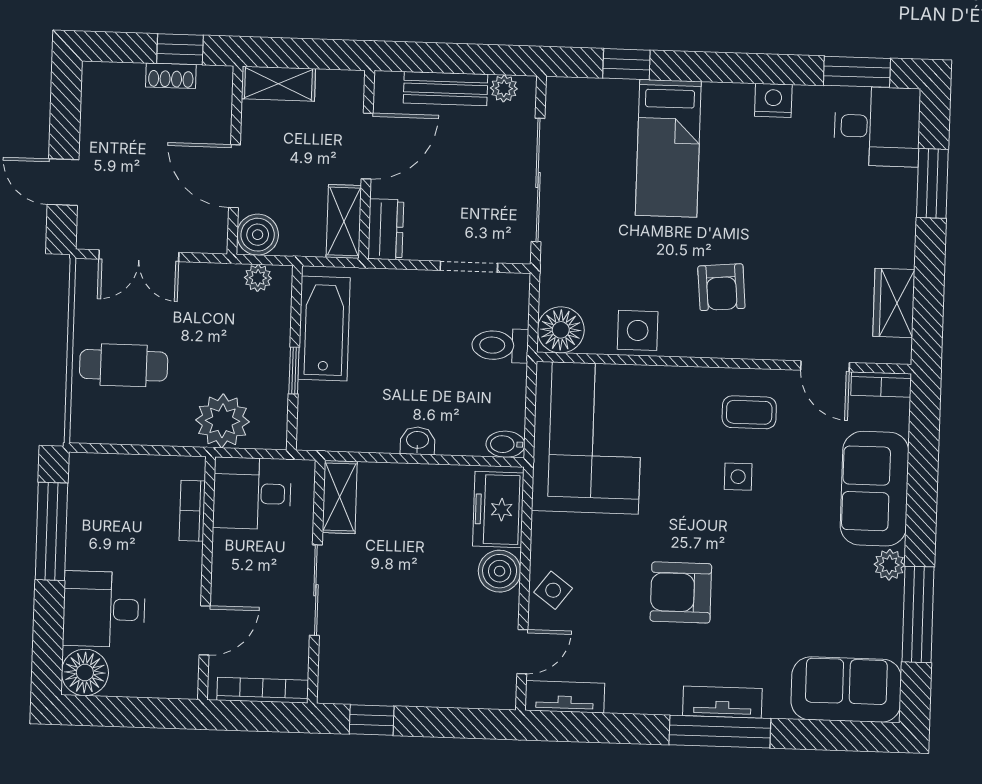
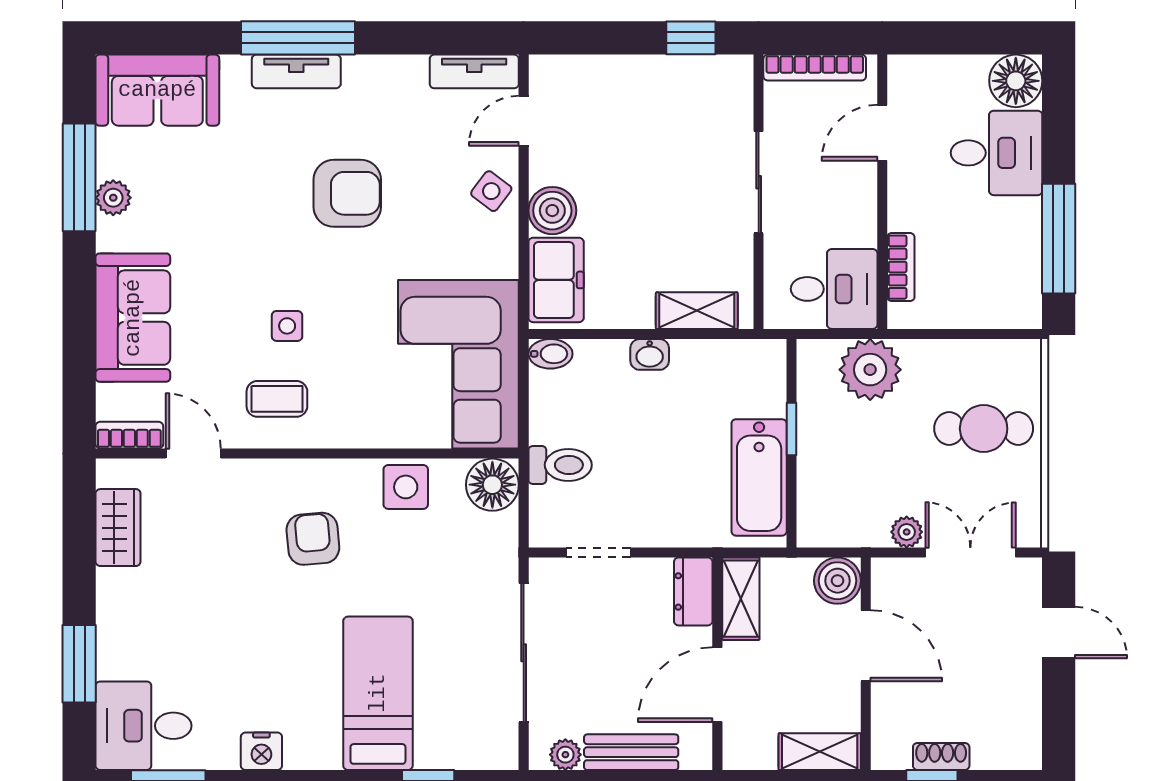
plant: (258, 278) -> (907, 532), moved
shelving: (340, 497) -> (697, 311), moved, turned 90
plant: (889, 565) -> (113, 198), moved

